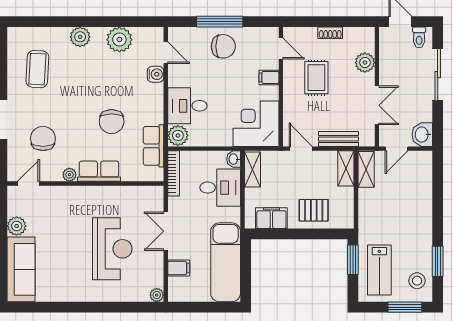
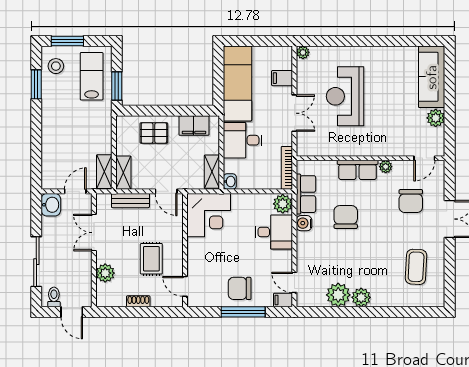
plant: (80, 37) -> (361, 297), moved
water cooler: (156, 74) -> (304, 223), moved
filing cabinet: (269, 77) -> (283, 300), moved, turned 180
desk: (220, 188) -> (243, 140), moved

